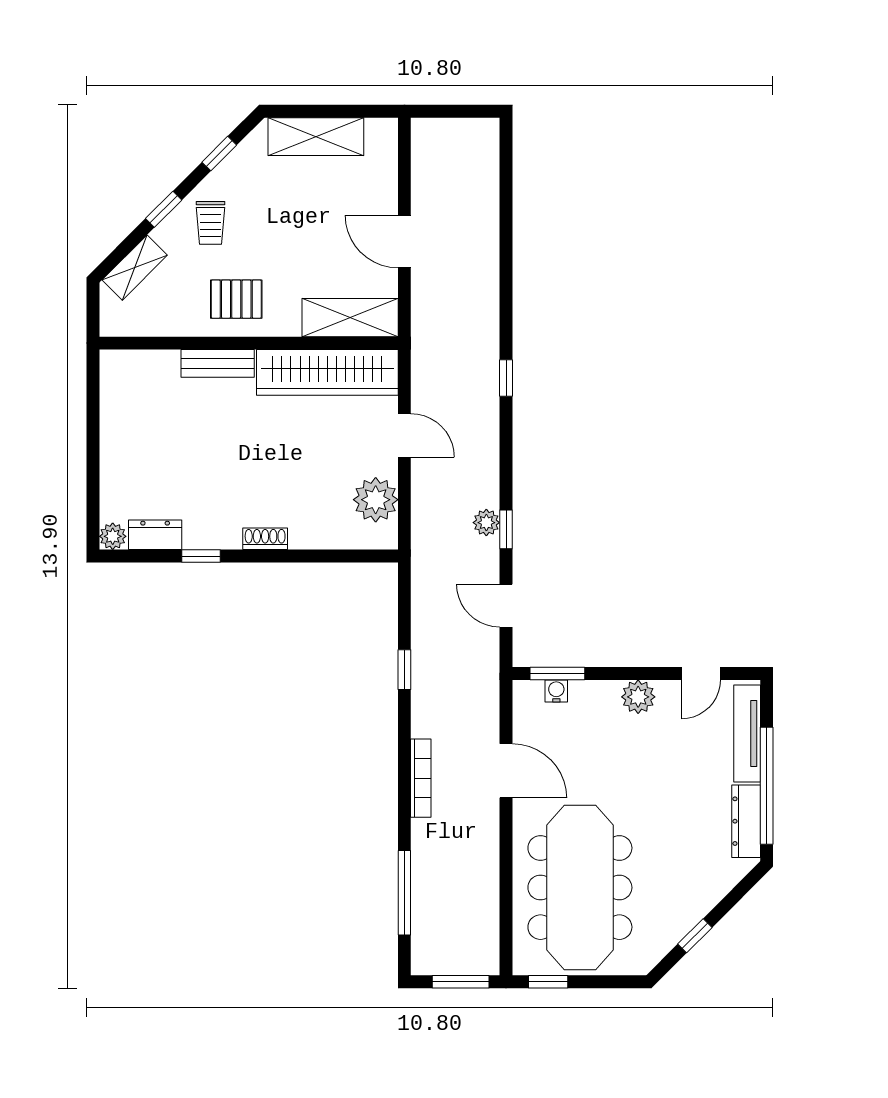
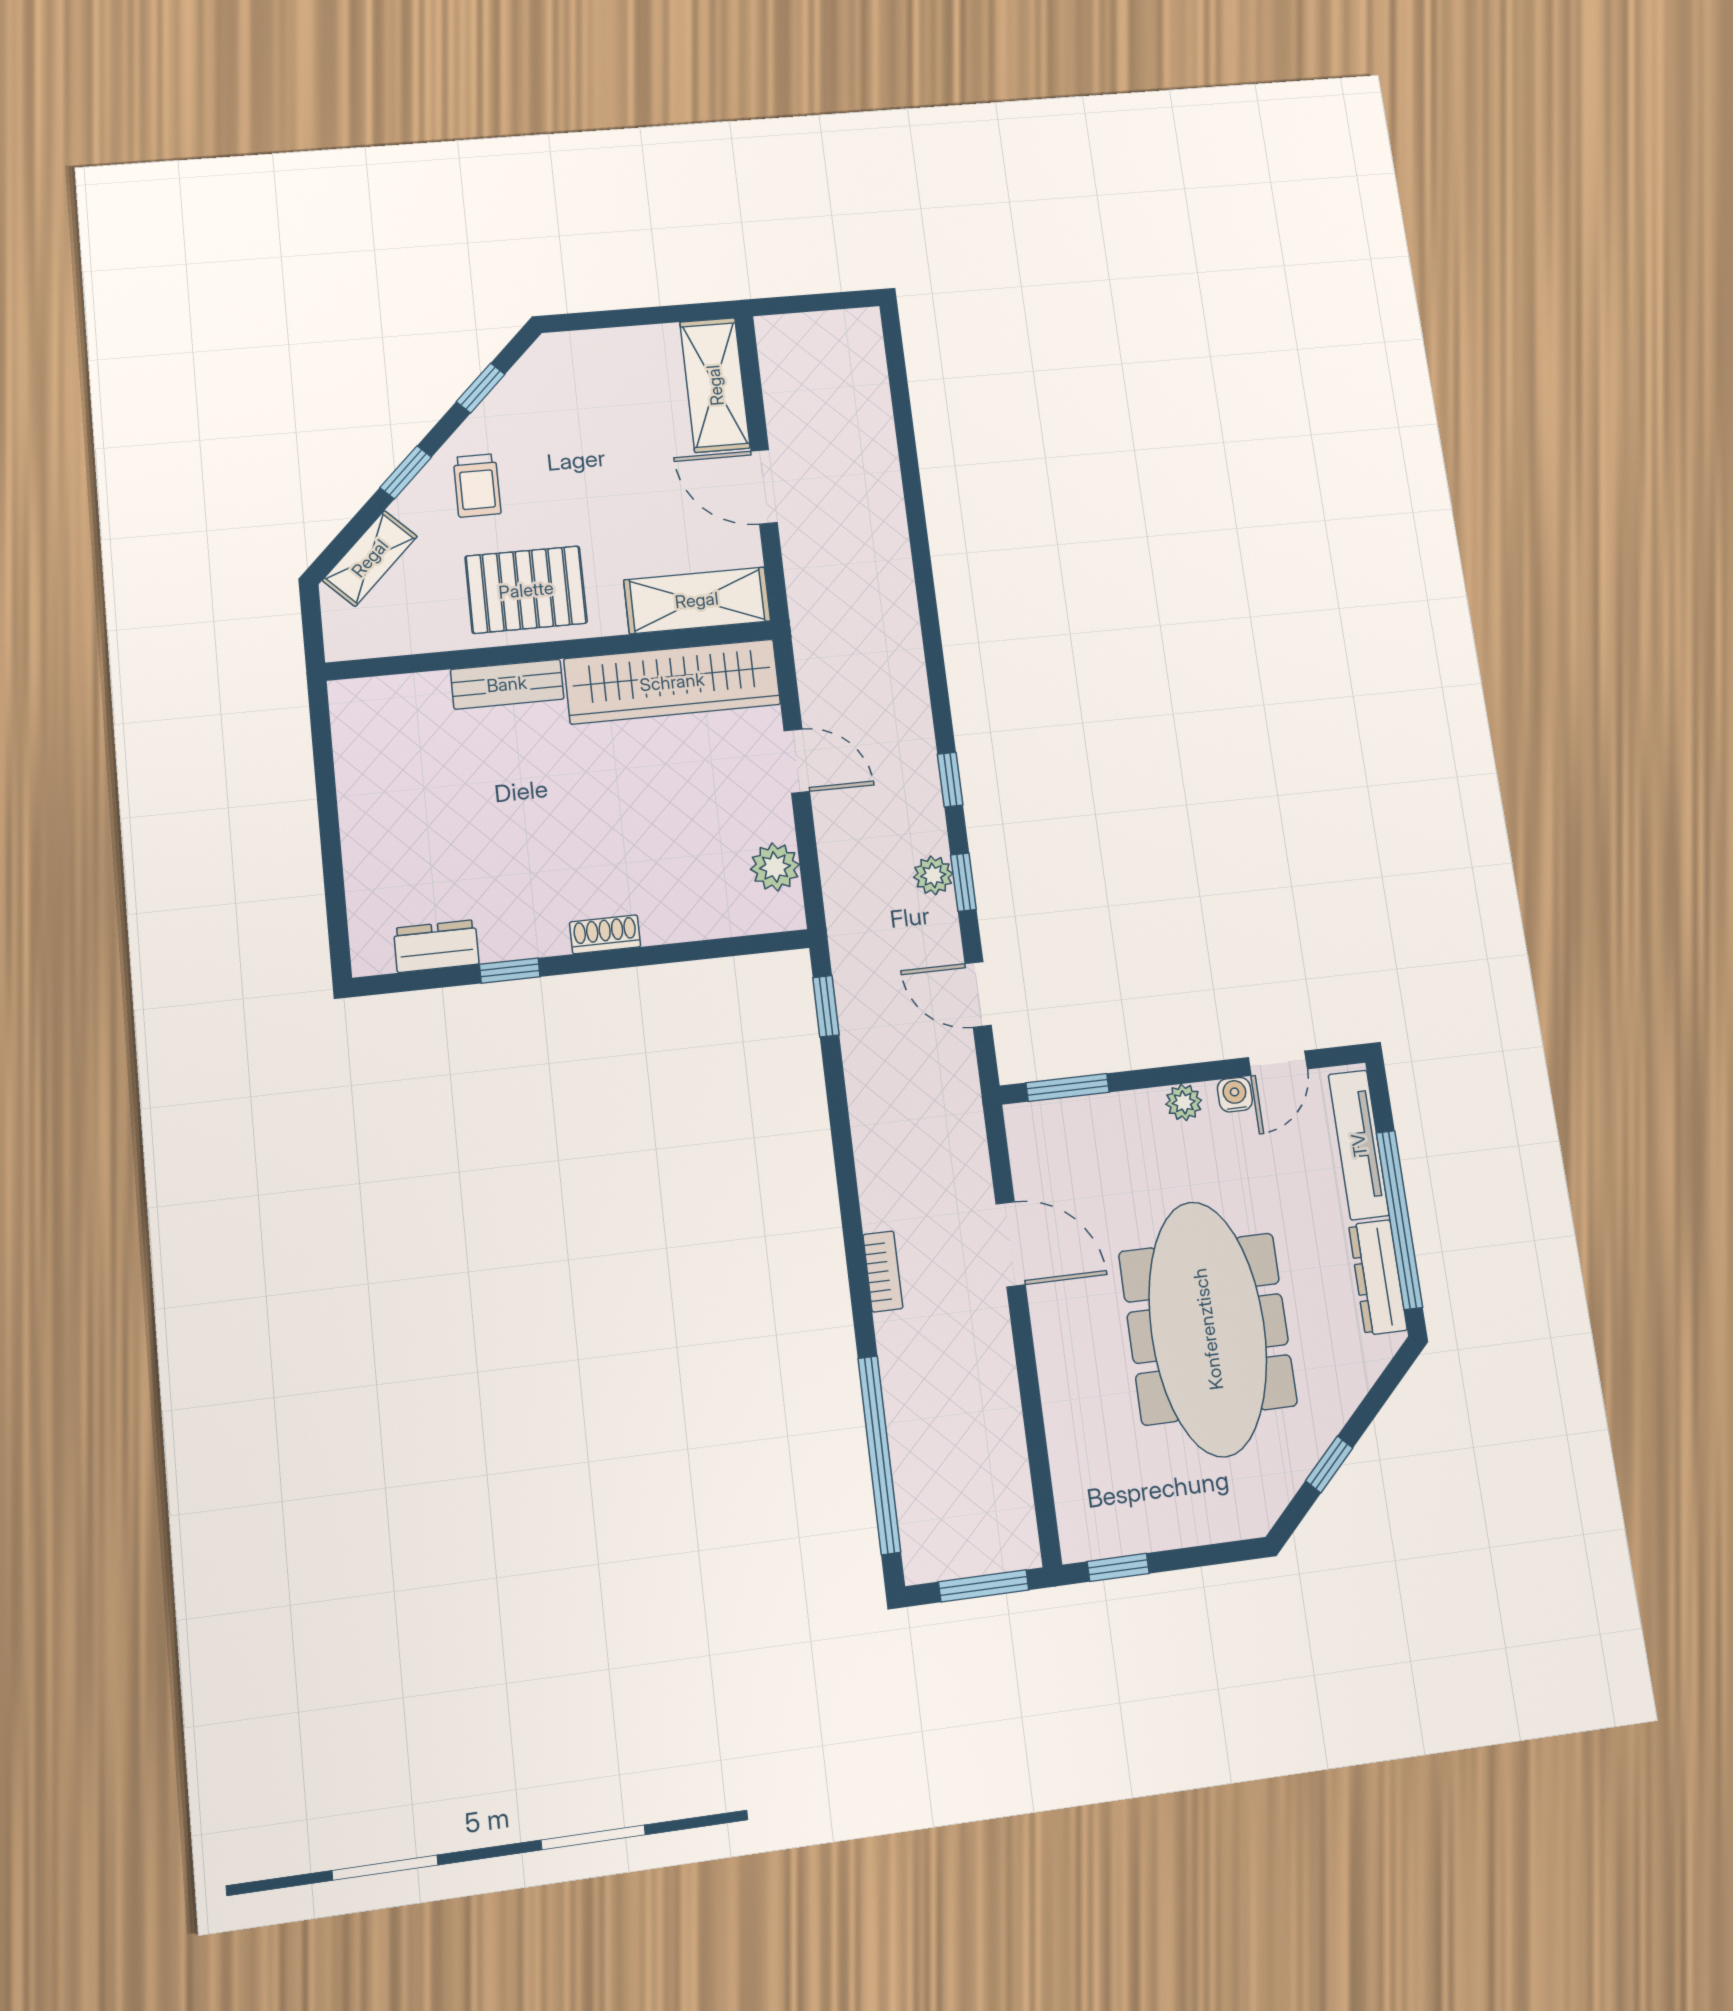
shelving: (316, 137) -> (715, 385), moved, turned 90
pallet: (236, 299) -> (526, 590), width x1.50, depth x1.42
window: (506, 378) -> (950, 780), moved
plant: (376, 500) -> (775, 867), width x0.73, depth x0.73
plant: (113, 536) -> (371, 955), removed
window: (404, 670) -> (826, 1006), moved
water cooler: (556, 691) -> (1235, 1095), moved
plant: (638, 697) -> (1184, 1102), width x0.73, depth x0.73
bookcase: (421, 778) -> (883, 1271), width x0.64
meeting table: (580, 888) -> (1208, 1329), moved
window: (404, 893) -> (879, 1455), width x1.46

